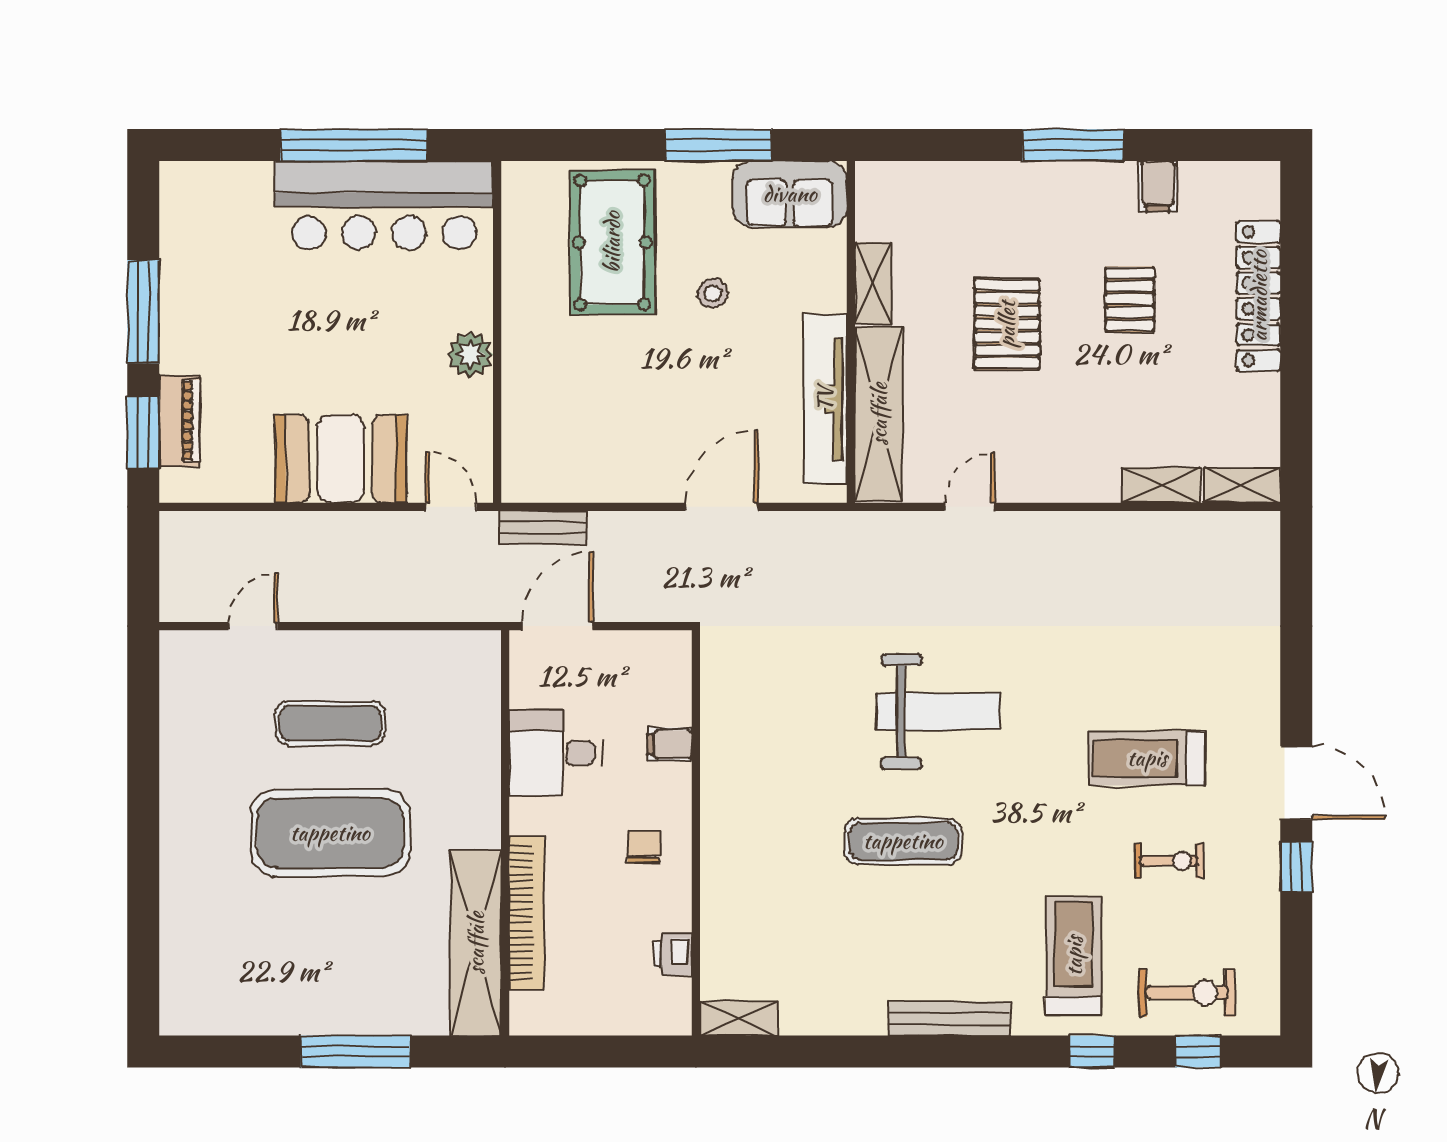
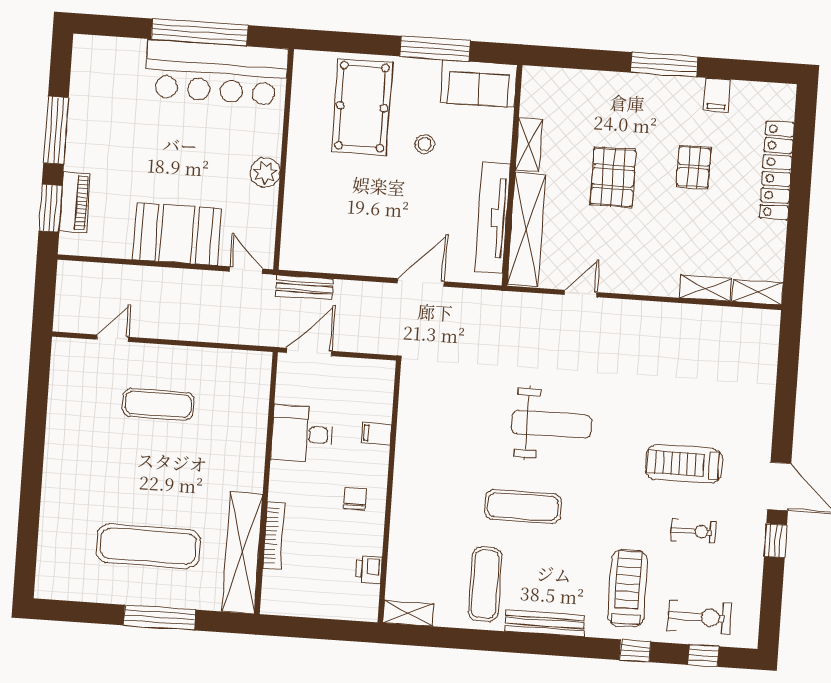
exercise mat: (330, 833) -> (148, 546), moved, width x0.68
bookcase: (526, 913) -> (274, 535), width x0.68, depth x0.76
exercise mat: (853, 965) -> (485, 584), added

